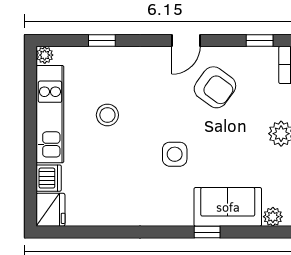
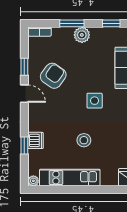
window: (260, 40) -> (24, 67), moved
stool: (107, 115) -> (84, 140), moved
dishwasher: (49, 178) -> (36, 140), moved, turned 90

